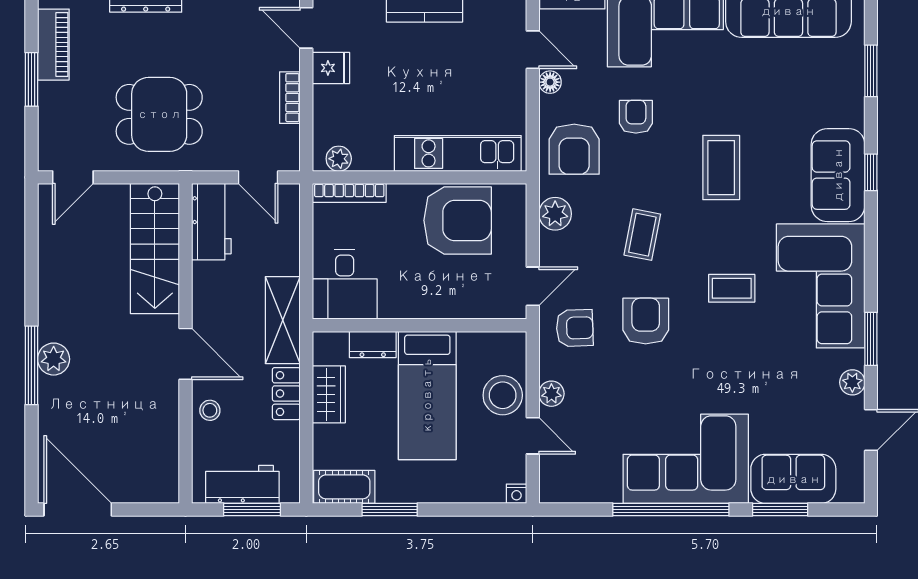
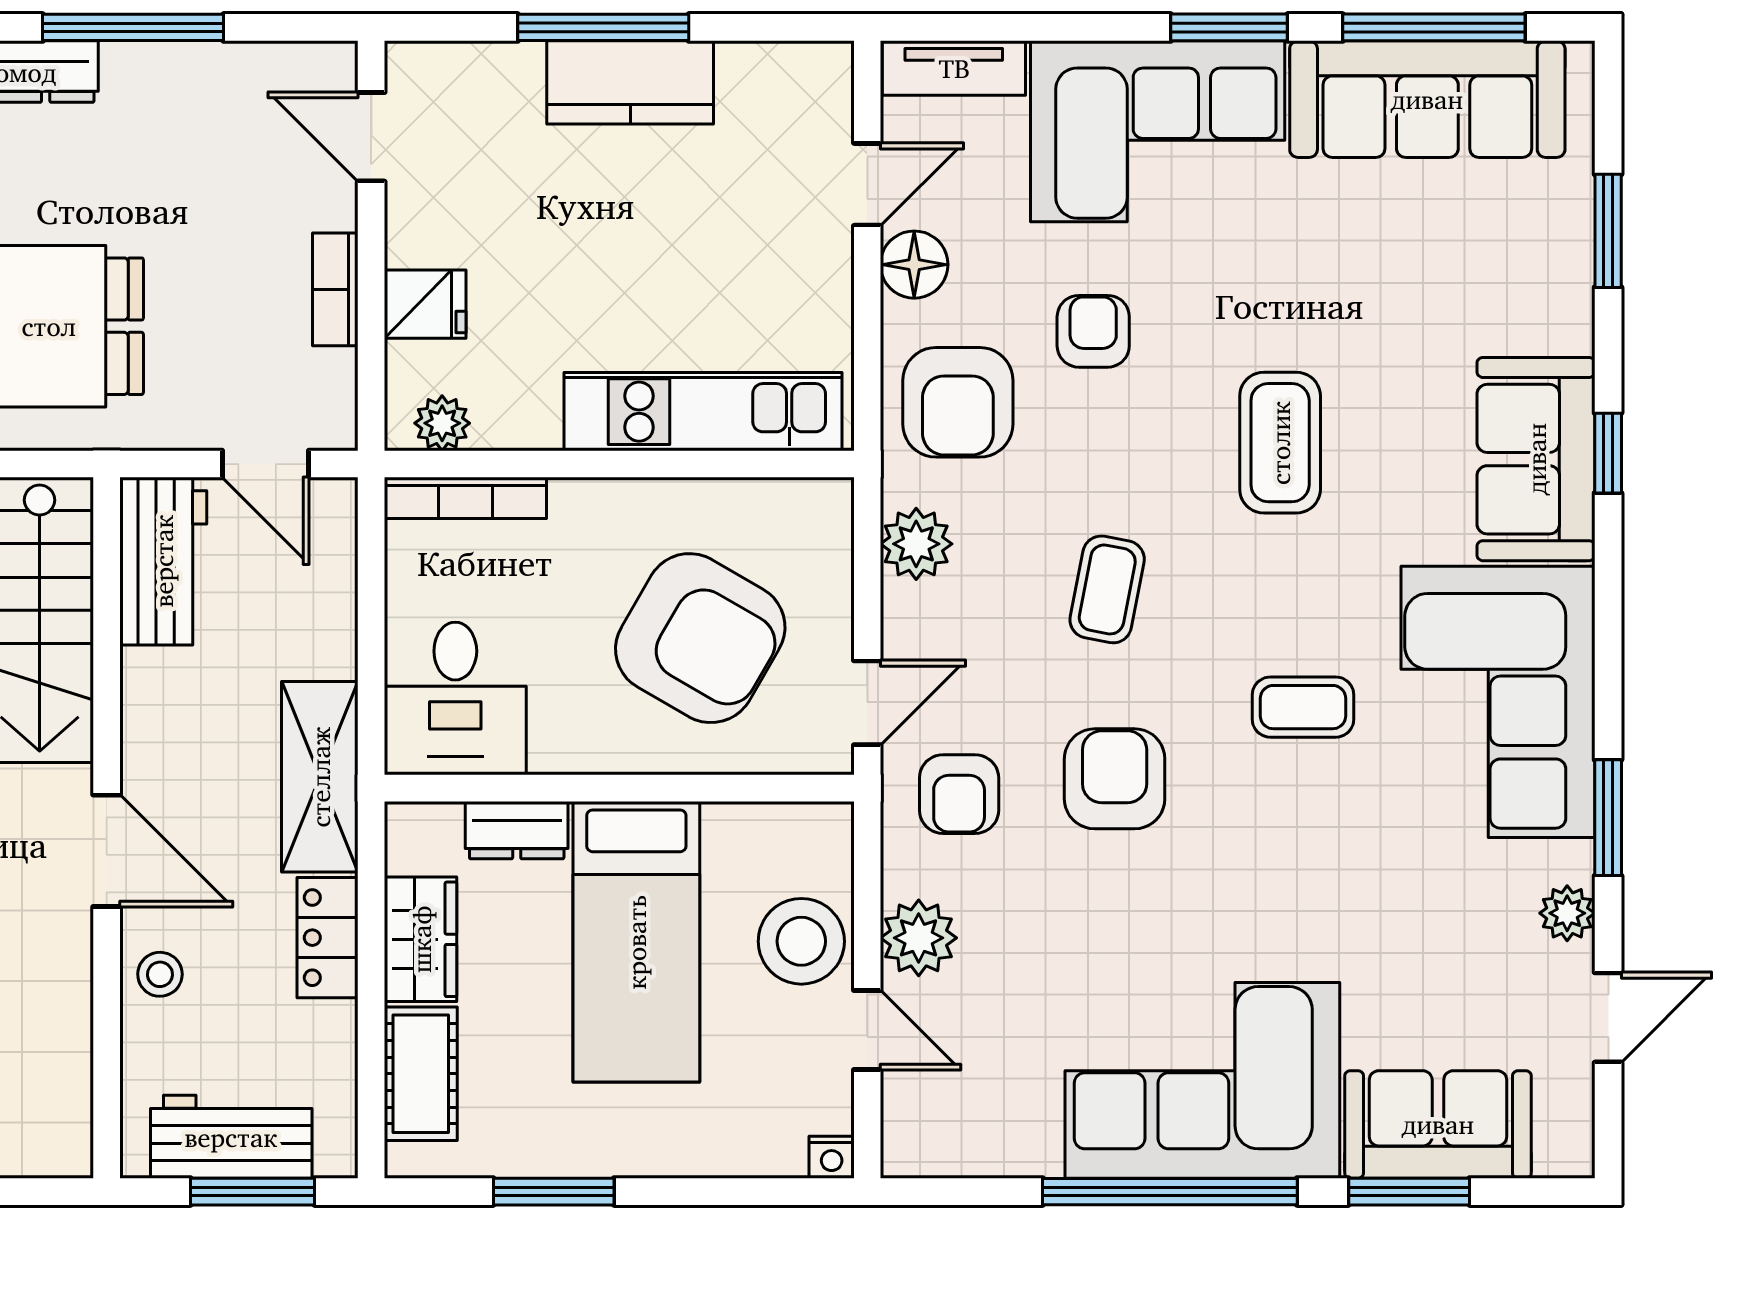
door: (533, 50) -> (867, 184), hinge flipped
fridge: (331, 68) -> (425, 304), moved
floor lamp: (550, 82) -> (914, 265), width x1.37, depth x1.37
armchair: (458, 220) -> (700, 638), moved, turned 30
armchair: (575, 328) -> (959, 794), turned 92
plant: (551, 394) -> (919, 938), width x1.38, depth x1.38
cot: (344, 487) -> (421, 1074), moved, turned 90

